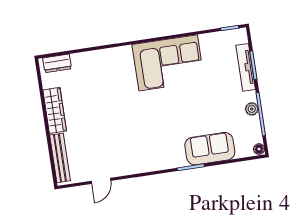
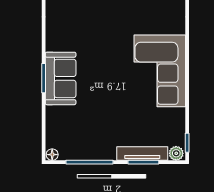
plant: (252, 109) -> (176, 153), moved
sofa: (210, 149) -> (61, 78), moved

